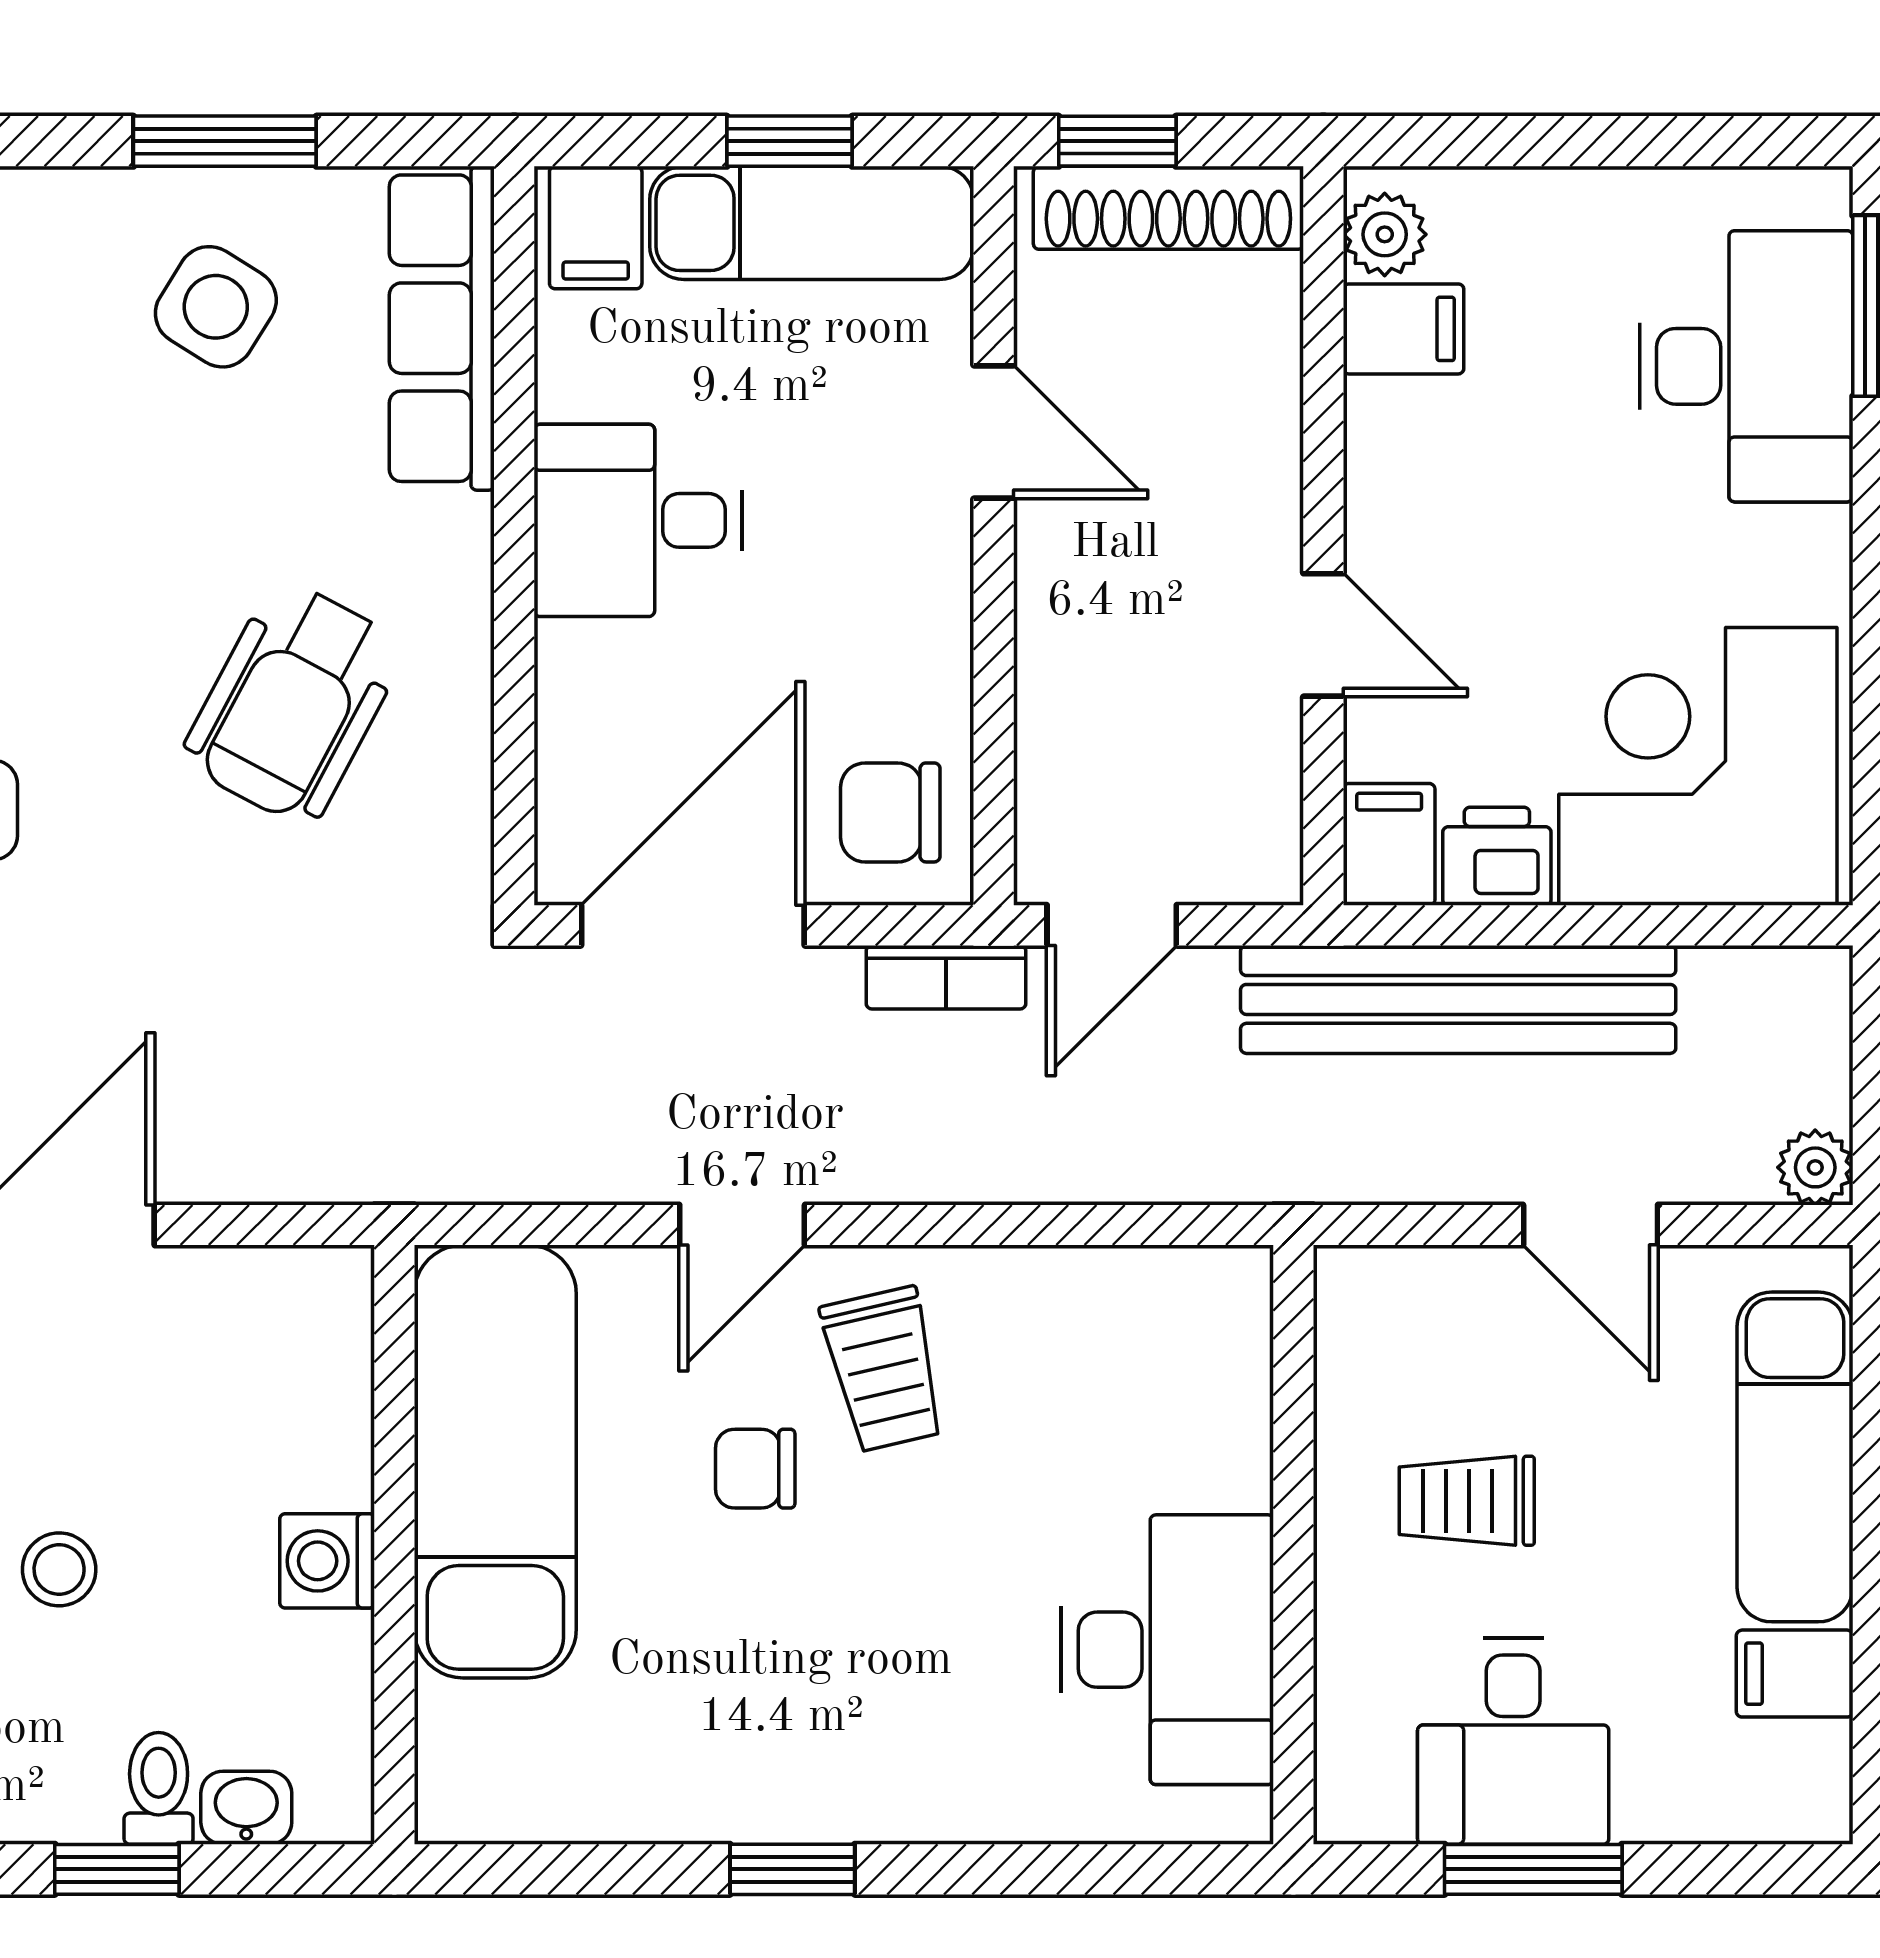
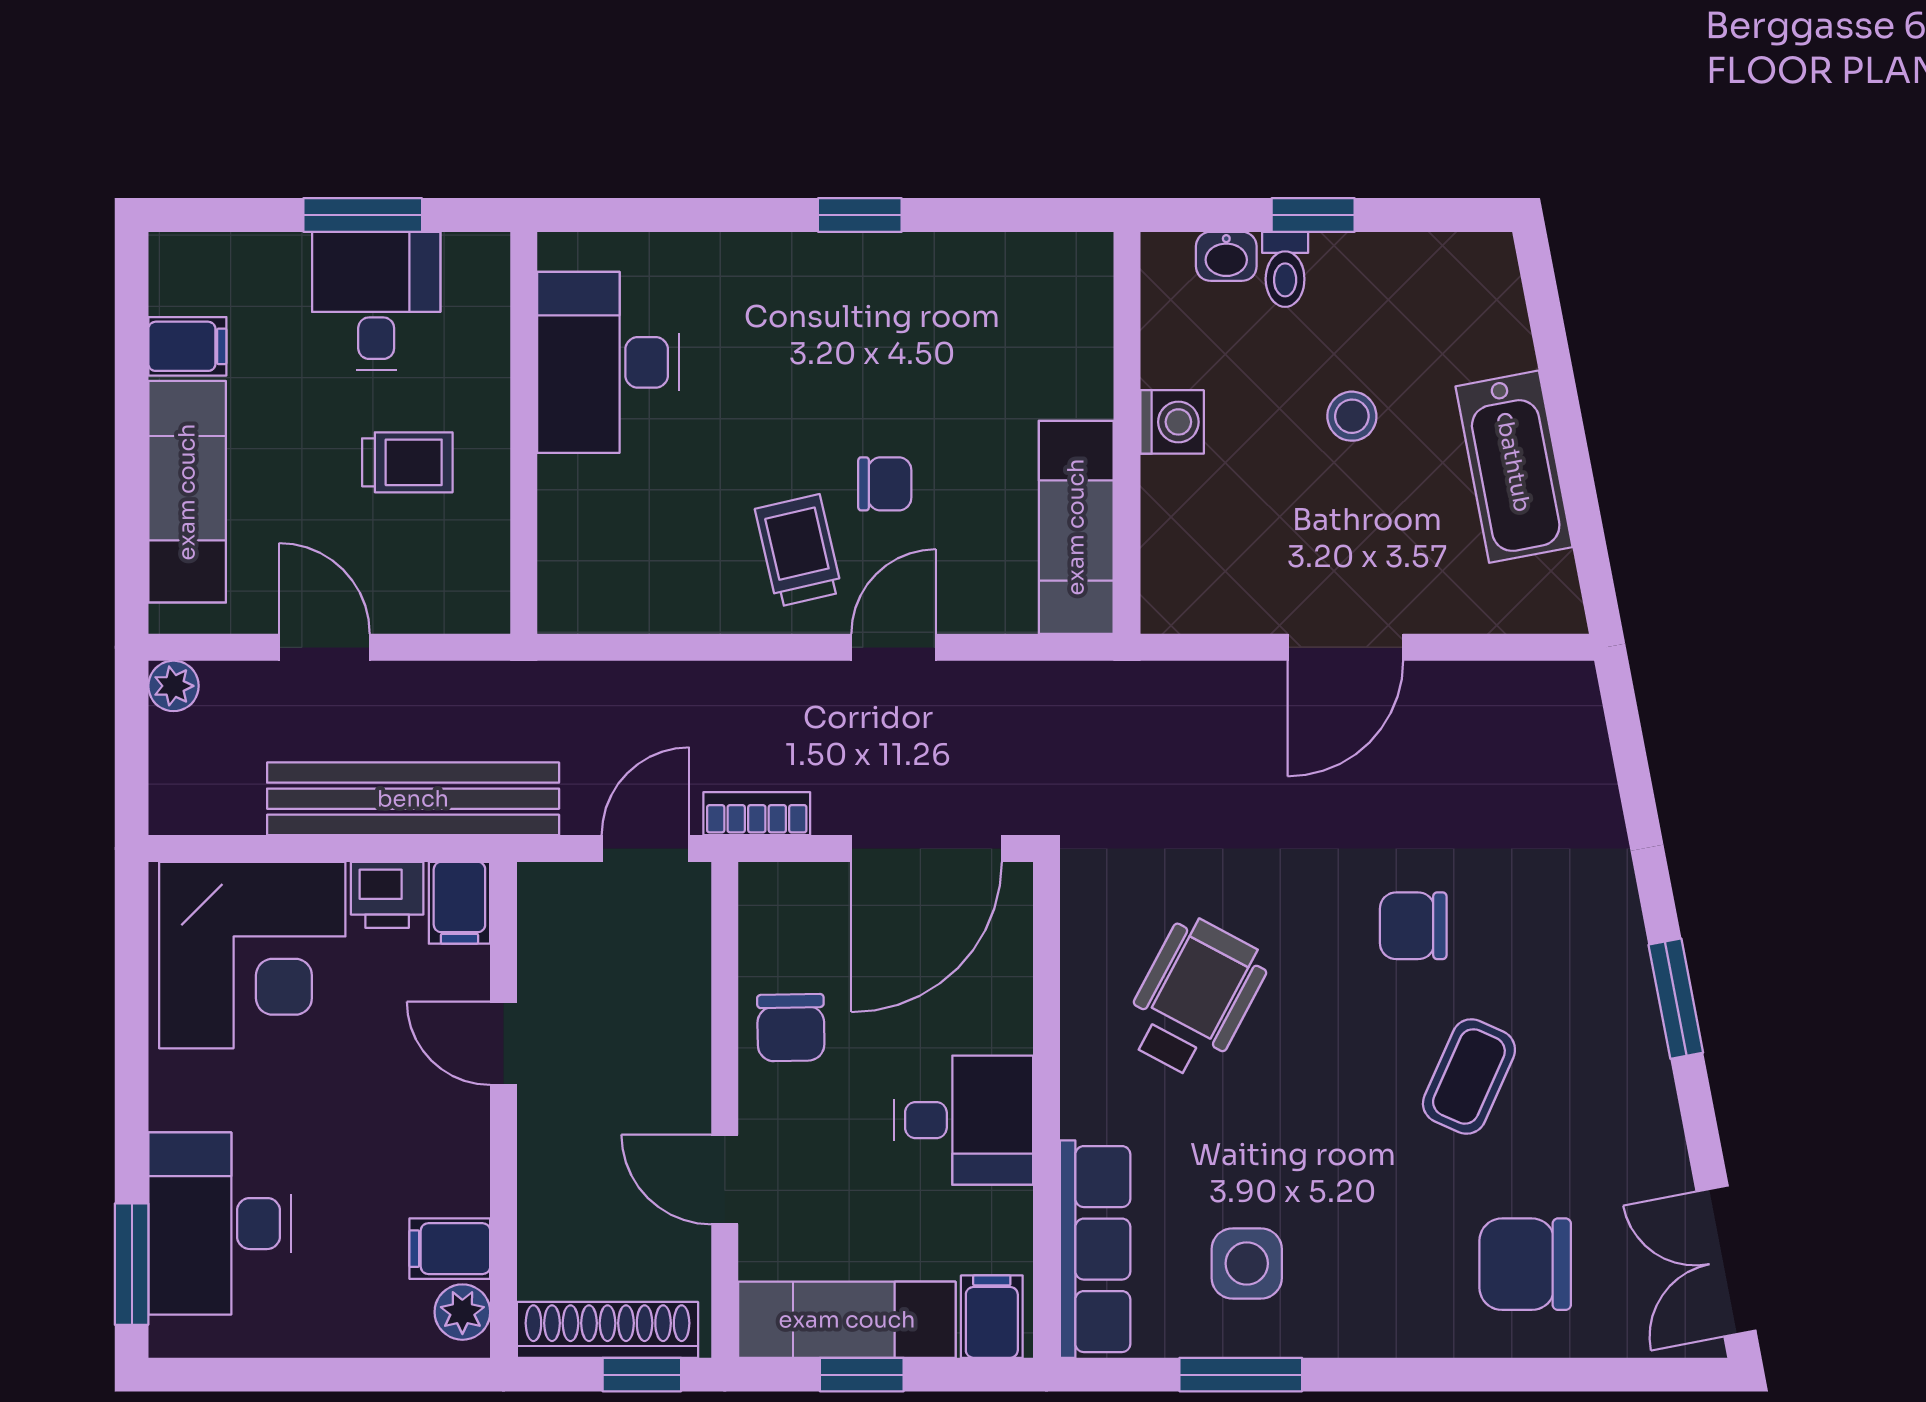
side table: (216, 307) -> (1247, 1263), turned -32
chair: (890, 812) -> (791, 1028), moved, turned 89
exam couch: (495, 1461) -> (1076, 527), width x0.73, depth x0.69

